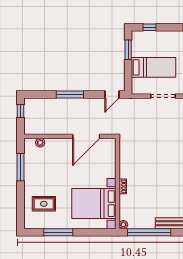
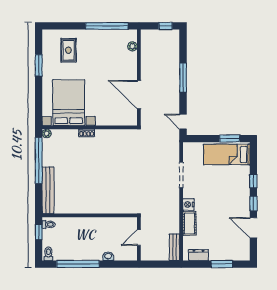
window: (149, 27) -> (253, 181), moved
bed: (154, 67) -> (227, 154), moved, turned 90
window: (21, 167) -> (107, 26), width x1.46
window: (58, 232) -> (39, 65), width x0.69

